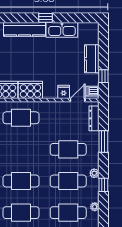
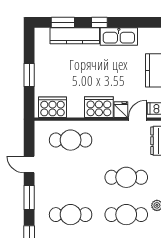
window: (15, 18) -> (63, 22), added
cooker: (30, 90) -> (99, 107), moved

